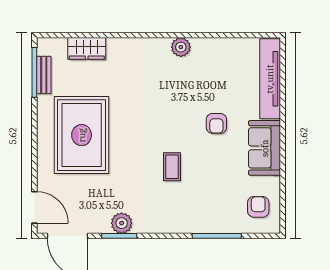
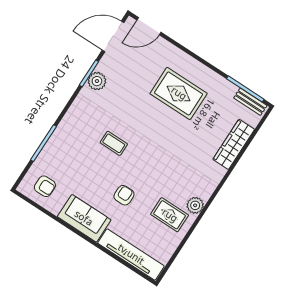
wardrobe: (87, 48) -> (234, 144), width x1.50
rug: (206, 66) -> (170, 215), added
bench: (44, 75) -> (250, 102), moved
armchair: (216, 123) -> (124, 195), turned 90
rug: (82, 135) -> (179, 93), width x0.73, depth x0.69

